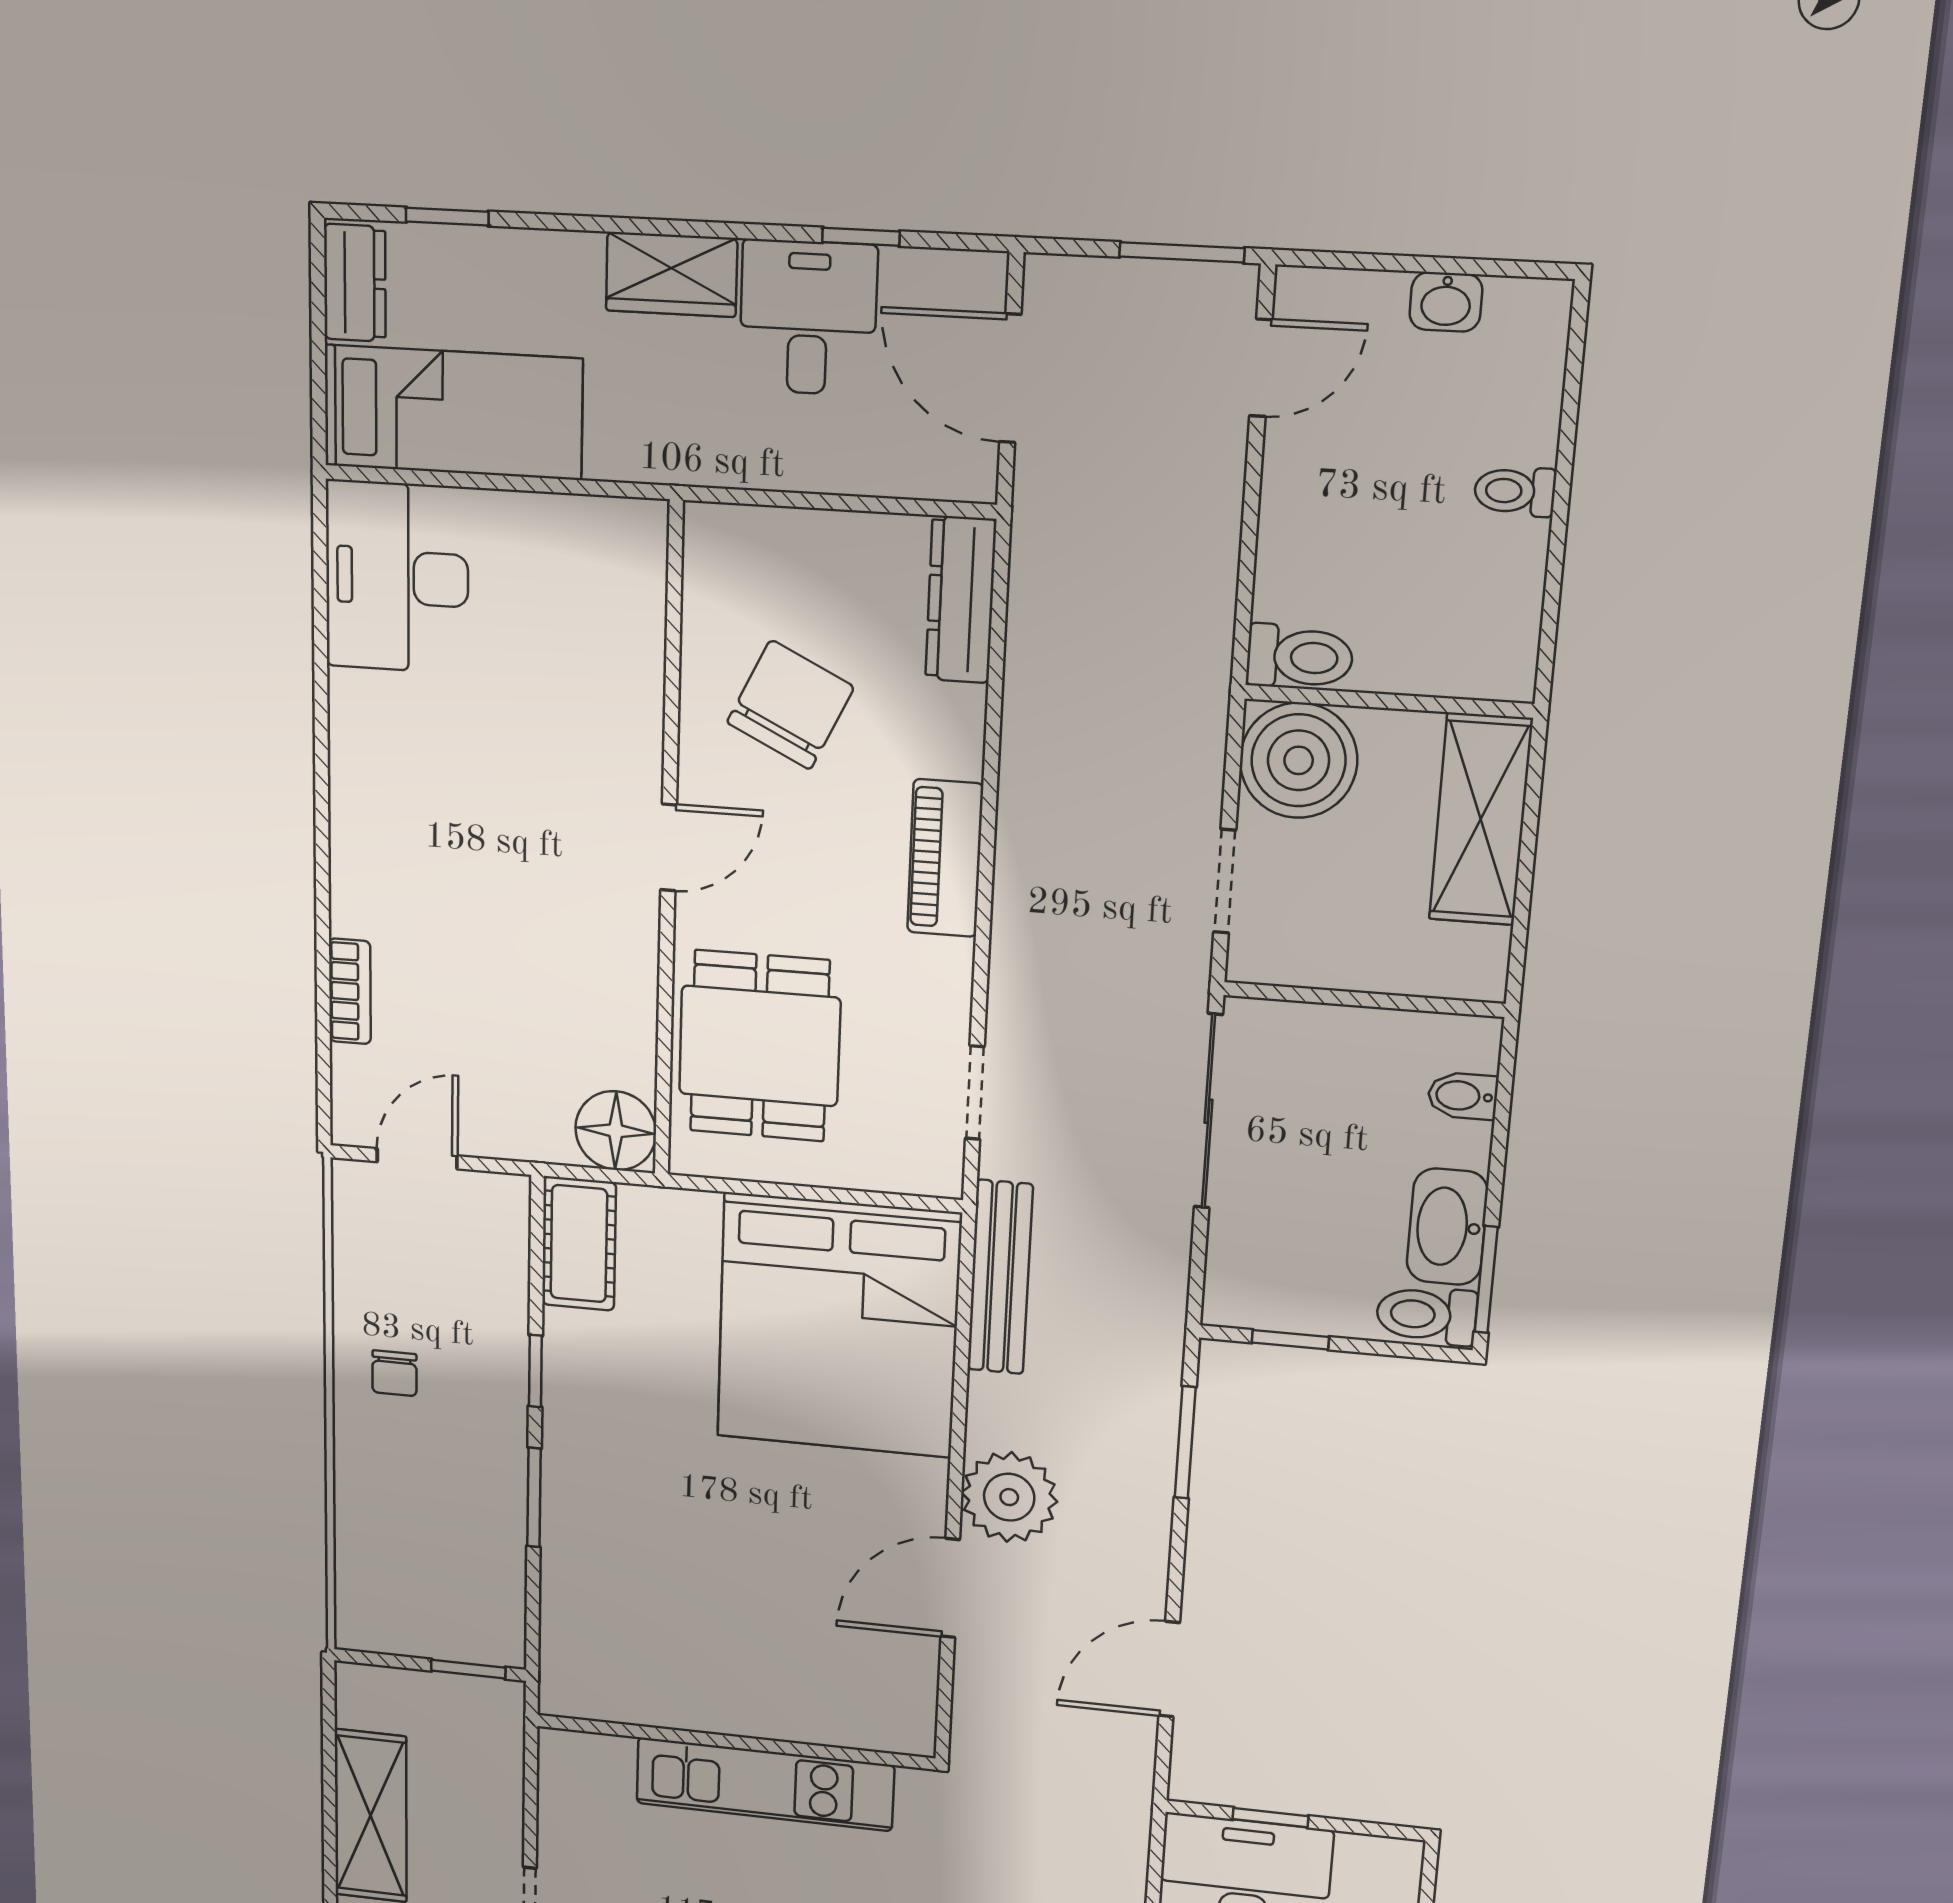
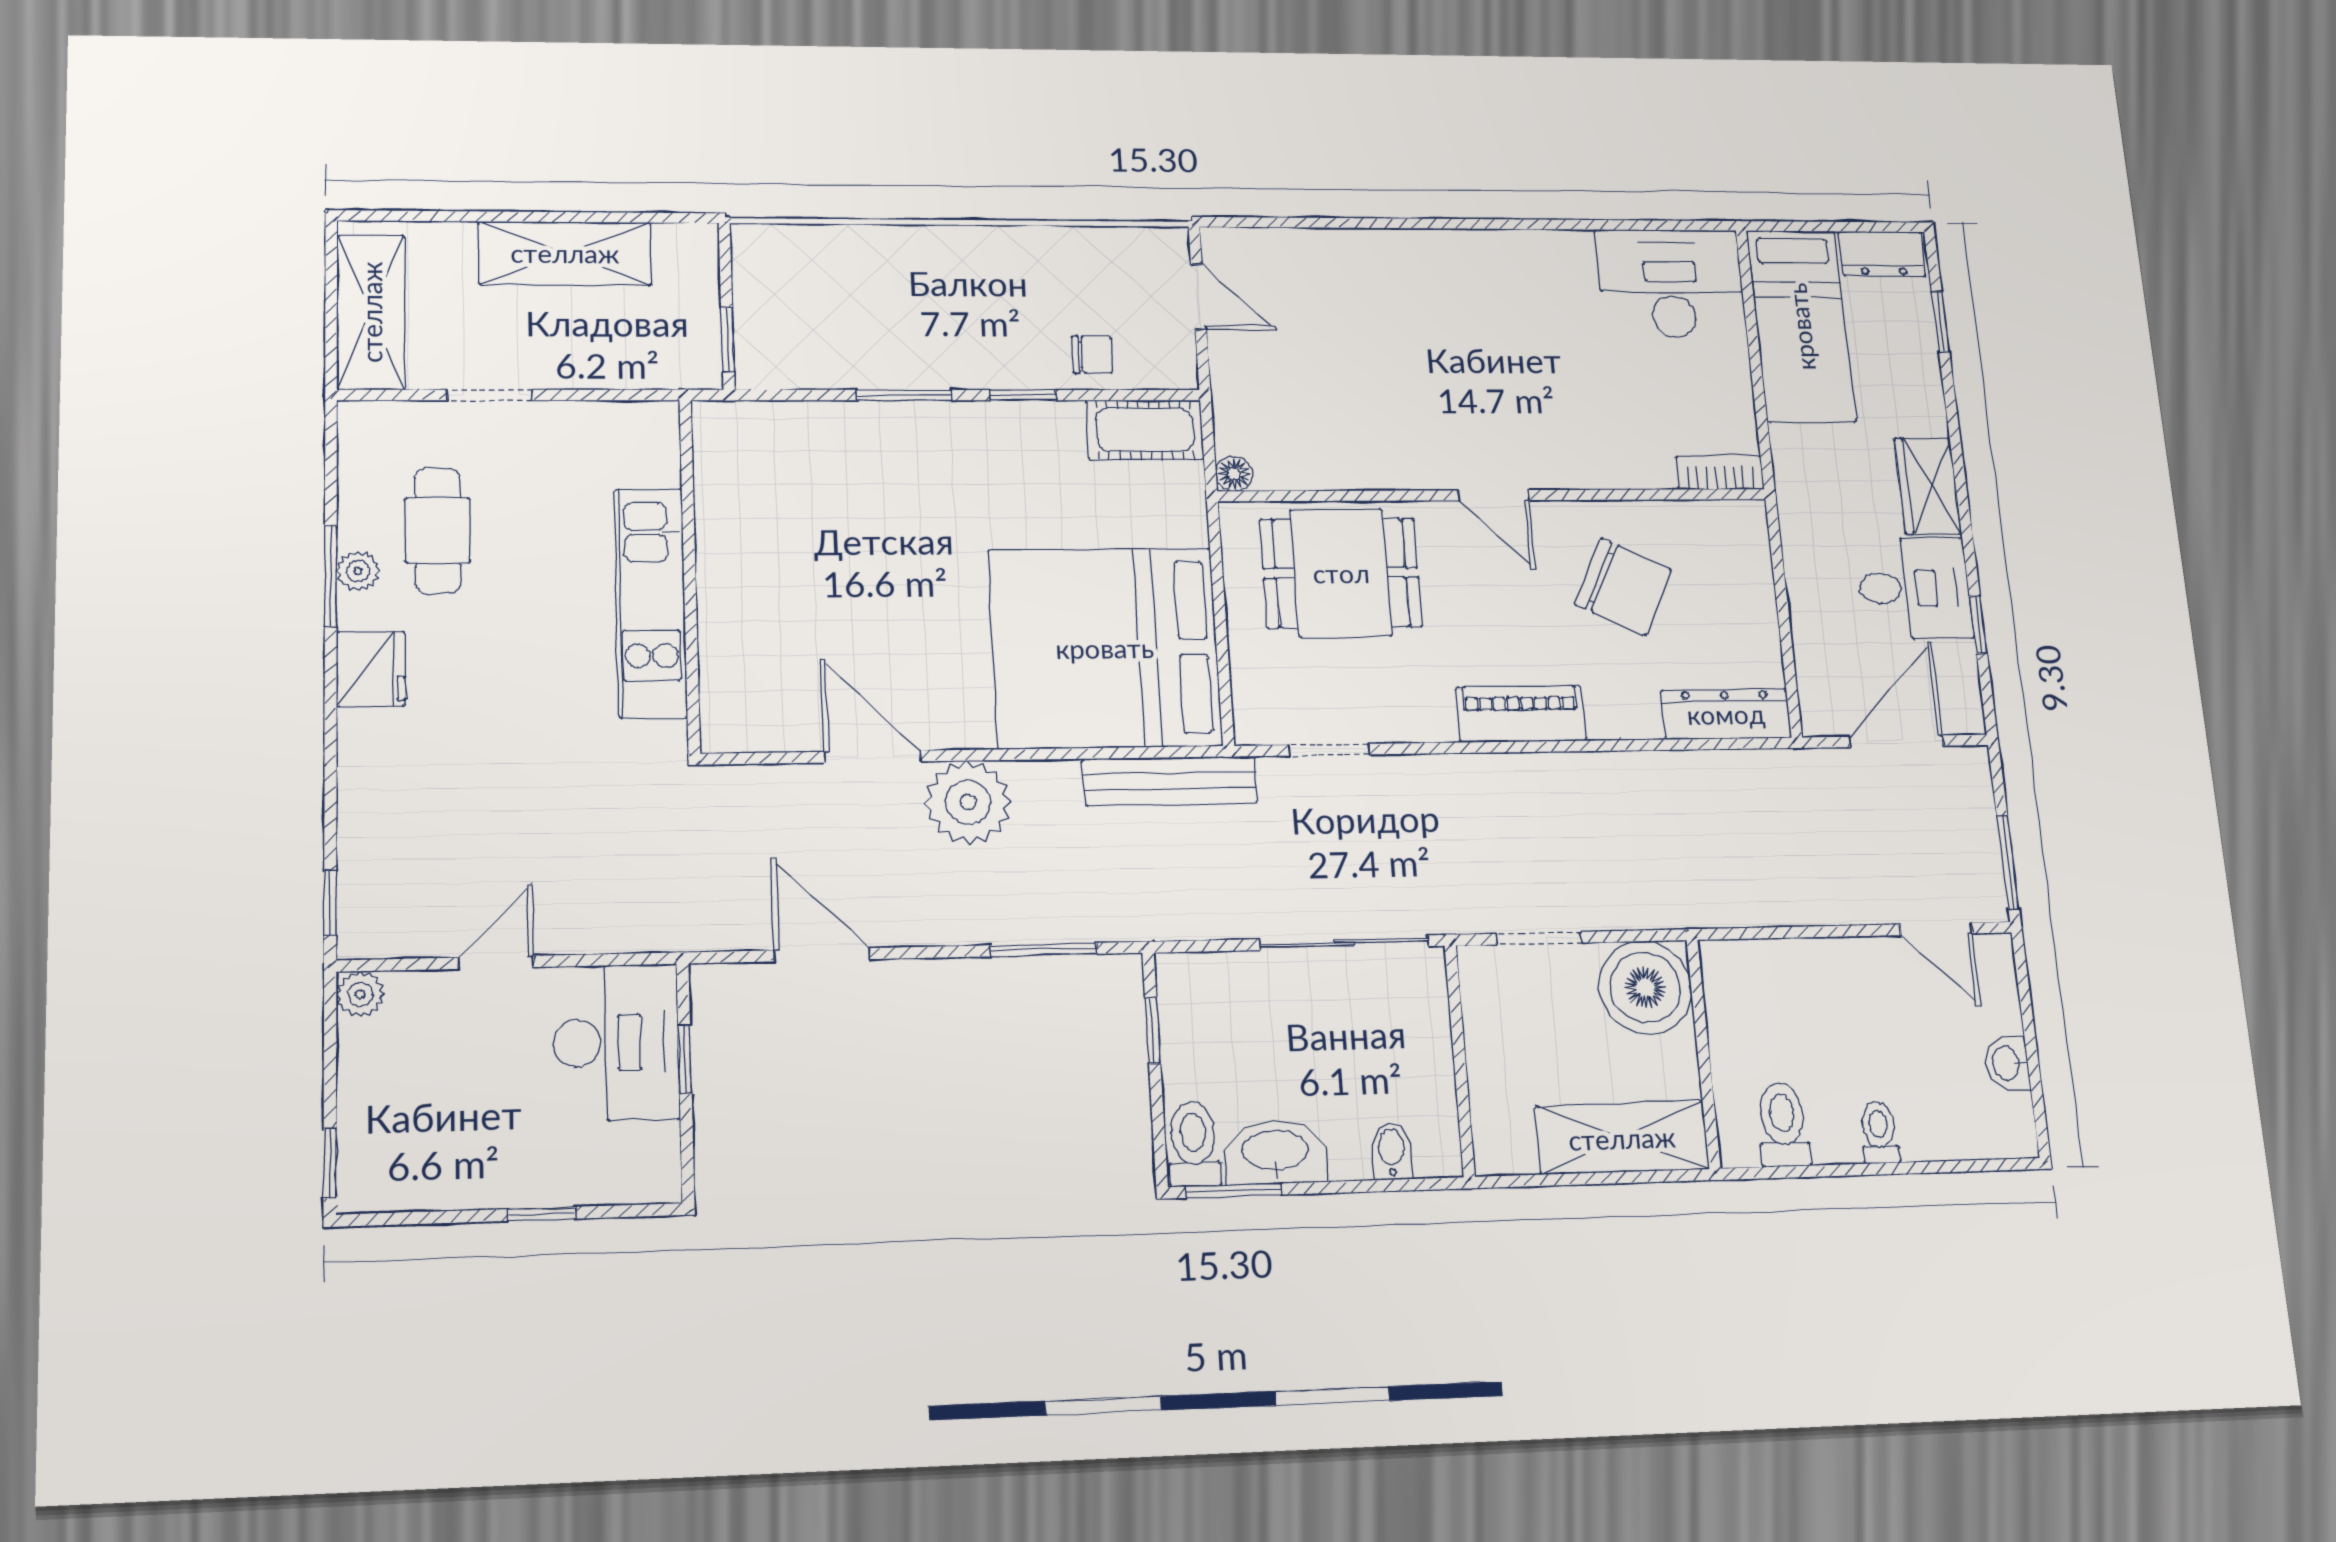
toilet: (1300, 657) -> (1783, 1125), moved, turned 180
bookcase: (350, 991) -> (1720, 473), moved, turned 180
floor lamp: (616, 1131) -> (1234, 474), width x0.53, depth x0.53
chair: (394, 1373) -> (1092, 354), moved, turned 180

